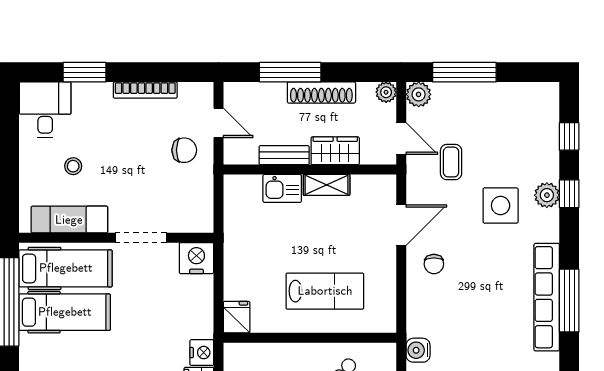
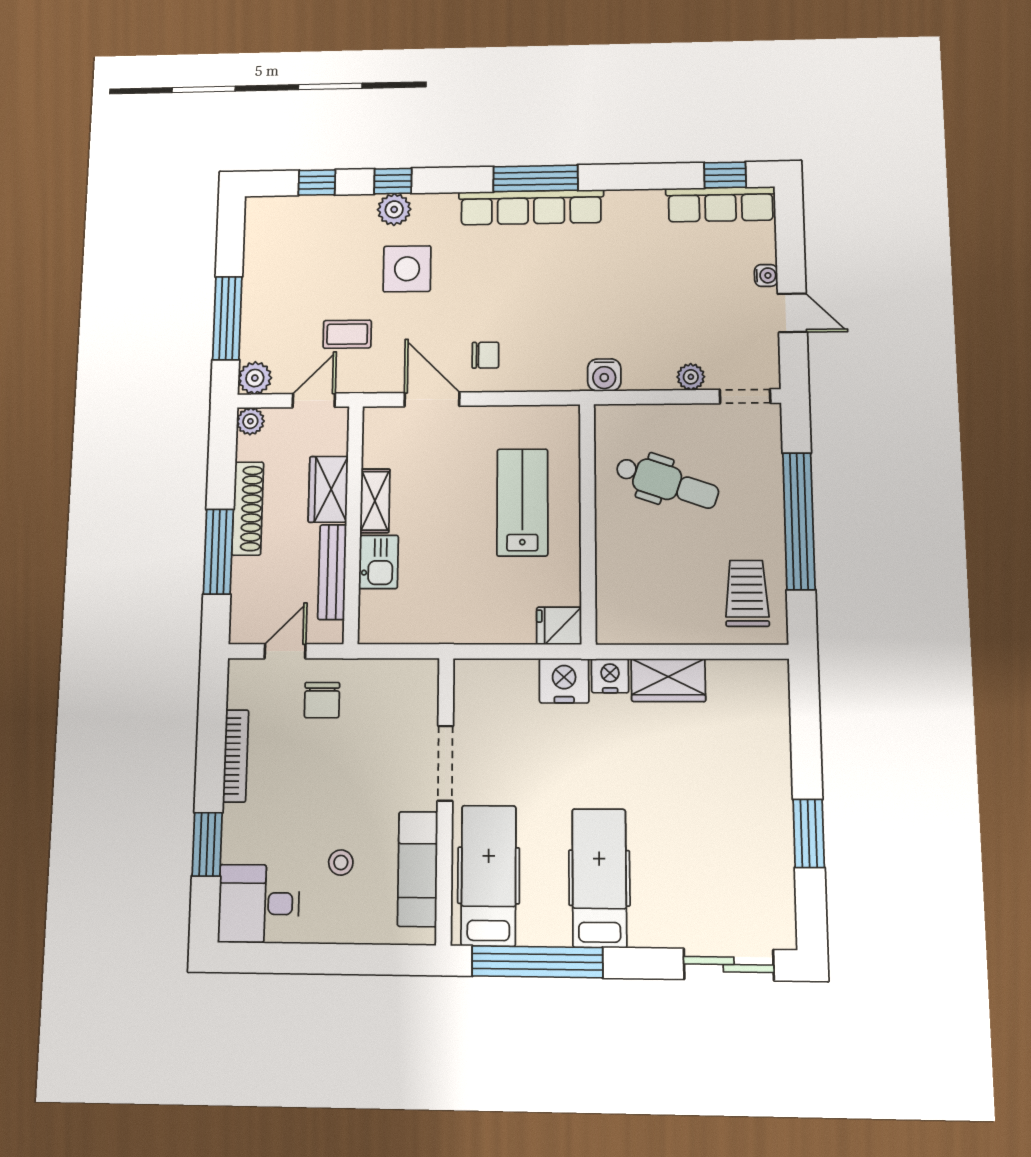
chair: (184, 150) -> (322, 700), turned 180
bench: (284, 155) -> (332, 572), width x1.36
nightstand: (196, 258) -> (564, 681), moved, turned 90
hospital bed: (65, 312) -> (599, 878), moved

